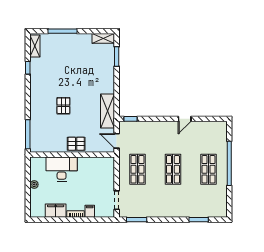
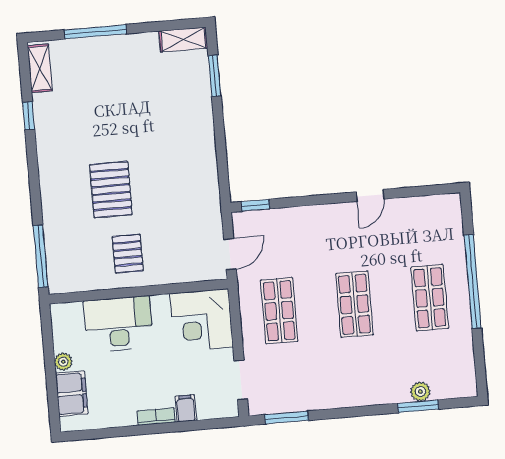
pallet: (63, 106) -> (111, 190), width x1.50, depth x1.42
shelving: (108, 111) -> (205, 193), removed
door: (117, 141) -> (230, 254), swing flipped
pallet: (76, 144) -> (128, 254), moved, turned 90
corner desk: (101, 171) -> (201, 320), added
filing cabinet: (56, 211) -> (72, 394), moved, turned 90
plant: (200, 213) -> (420, 392), added

